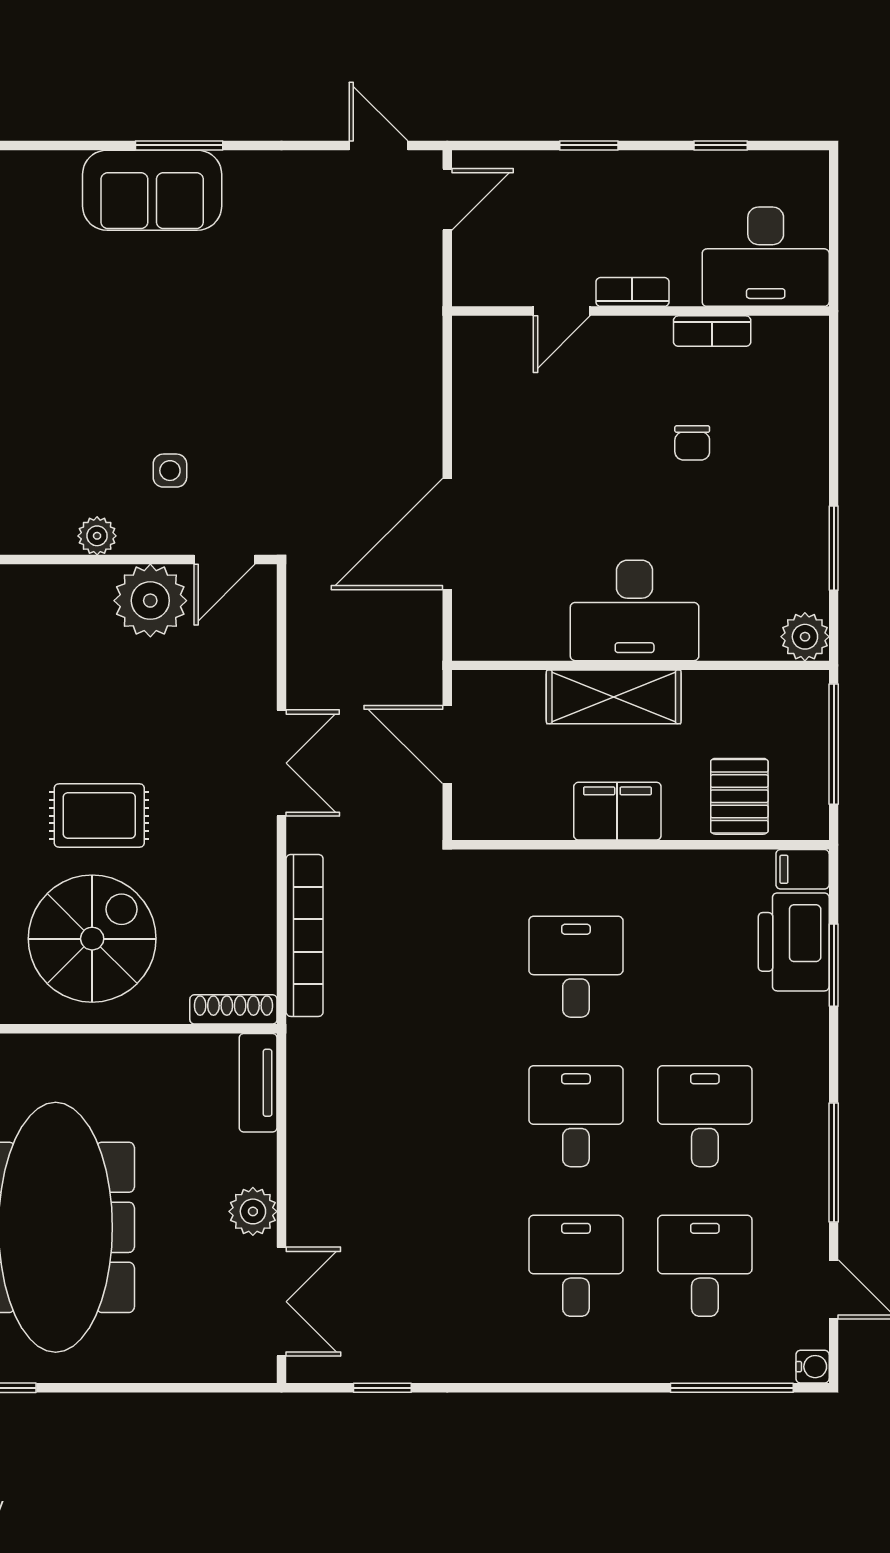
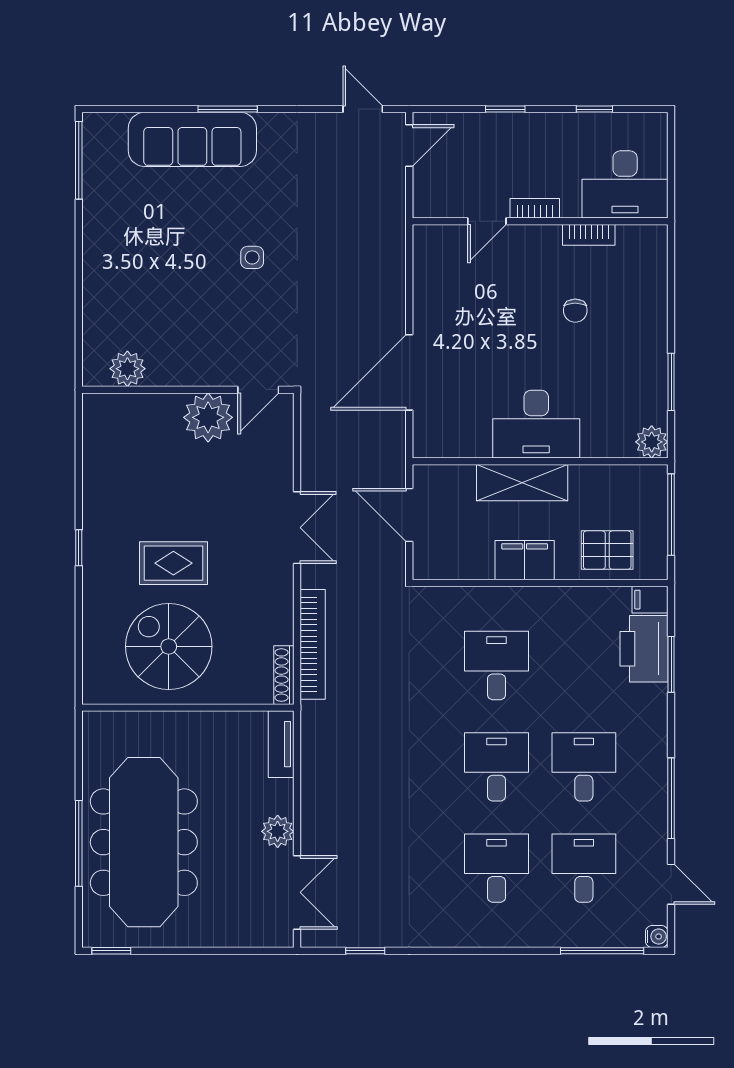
sofa: (152, 190) -> (192, 139), width x1.36
side table: (170, 471) -> (252, 257), moved
plant: (97, 536) -> (127, 369), moved, width x1.38, depth x1.38
pallet: (739, 796) -> (607, 550), turned 90
spiral stairs: (92, 939) -> (169, 646), turned -90
shoe rack: (233, 1009) -> (284, 675), moved, turned -90

